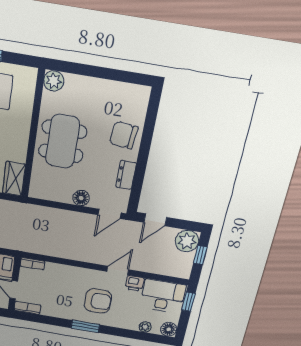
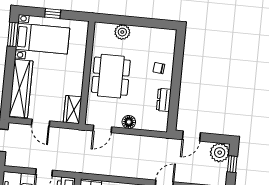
plant: (54, 81) -> (122, 32), moved
chair: (124, 135) -> (159, 68), width x0.54, depth x0.54
door: (110, 214) -> (102, 129), moved

